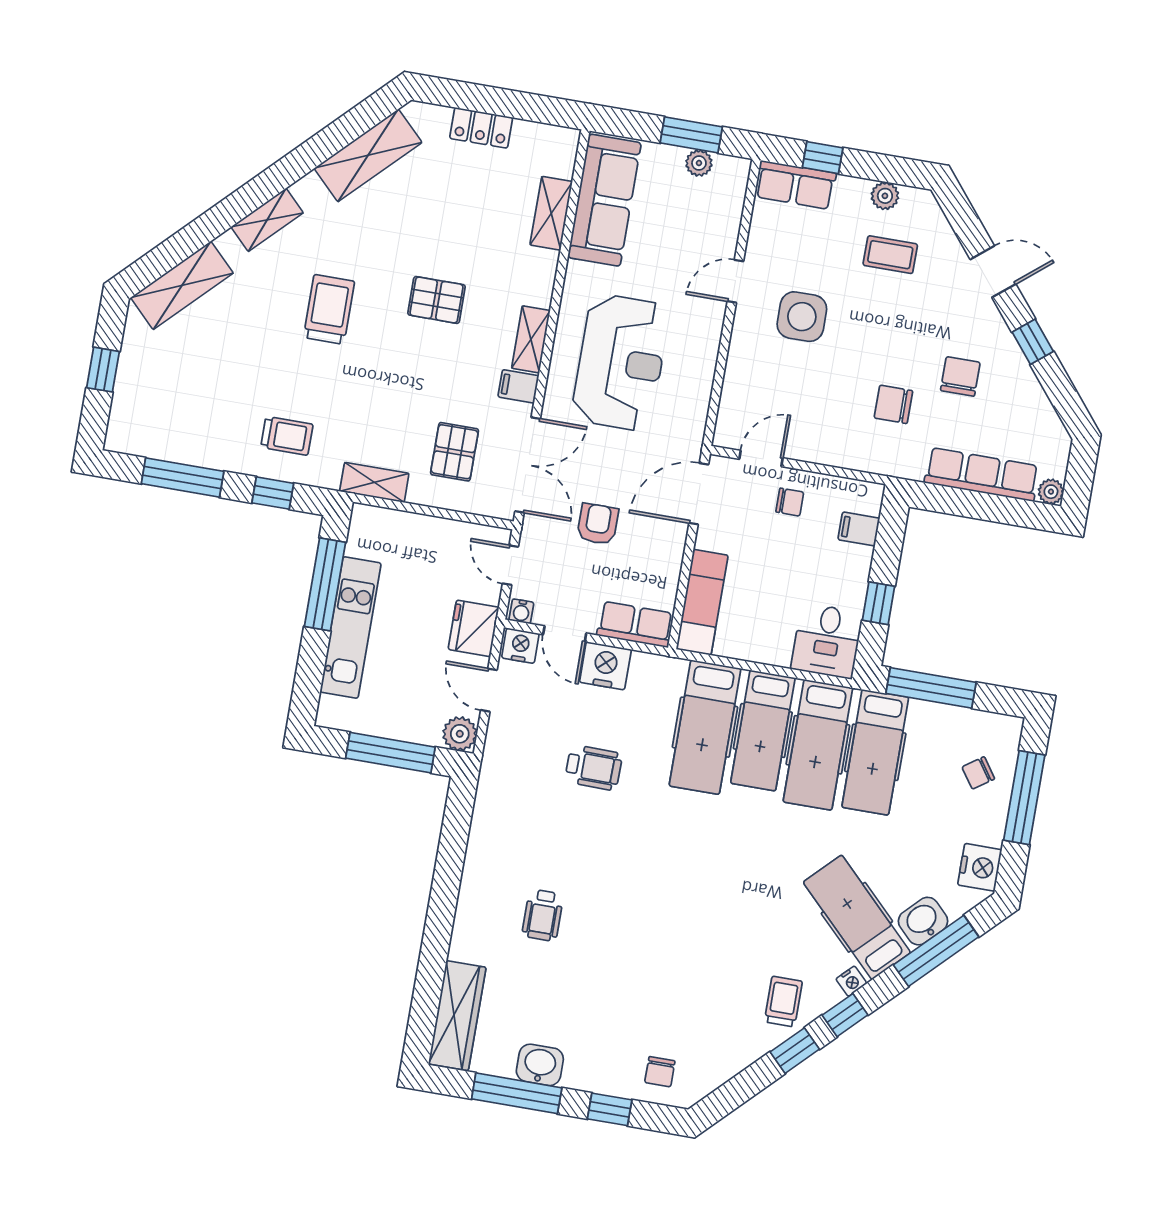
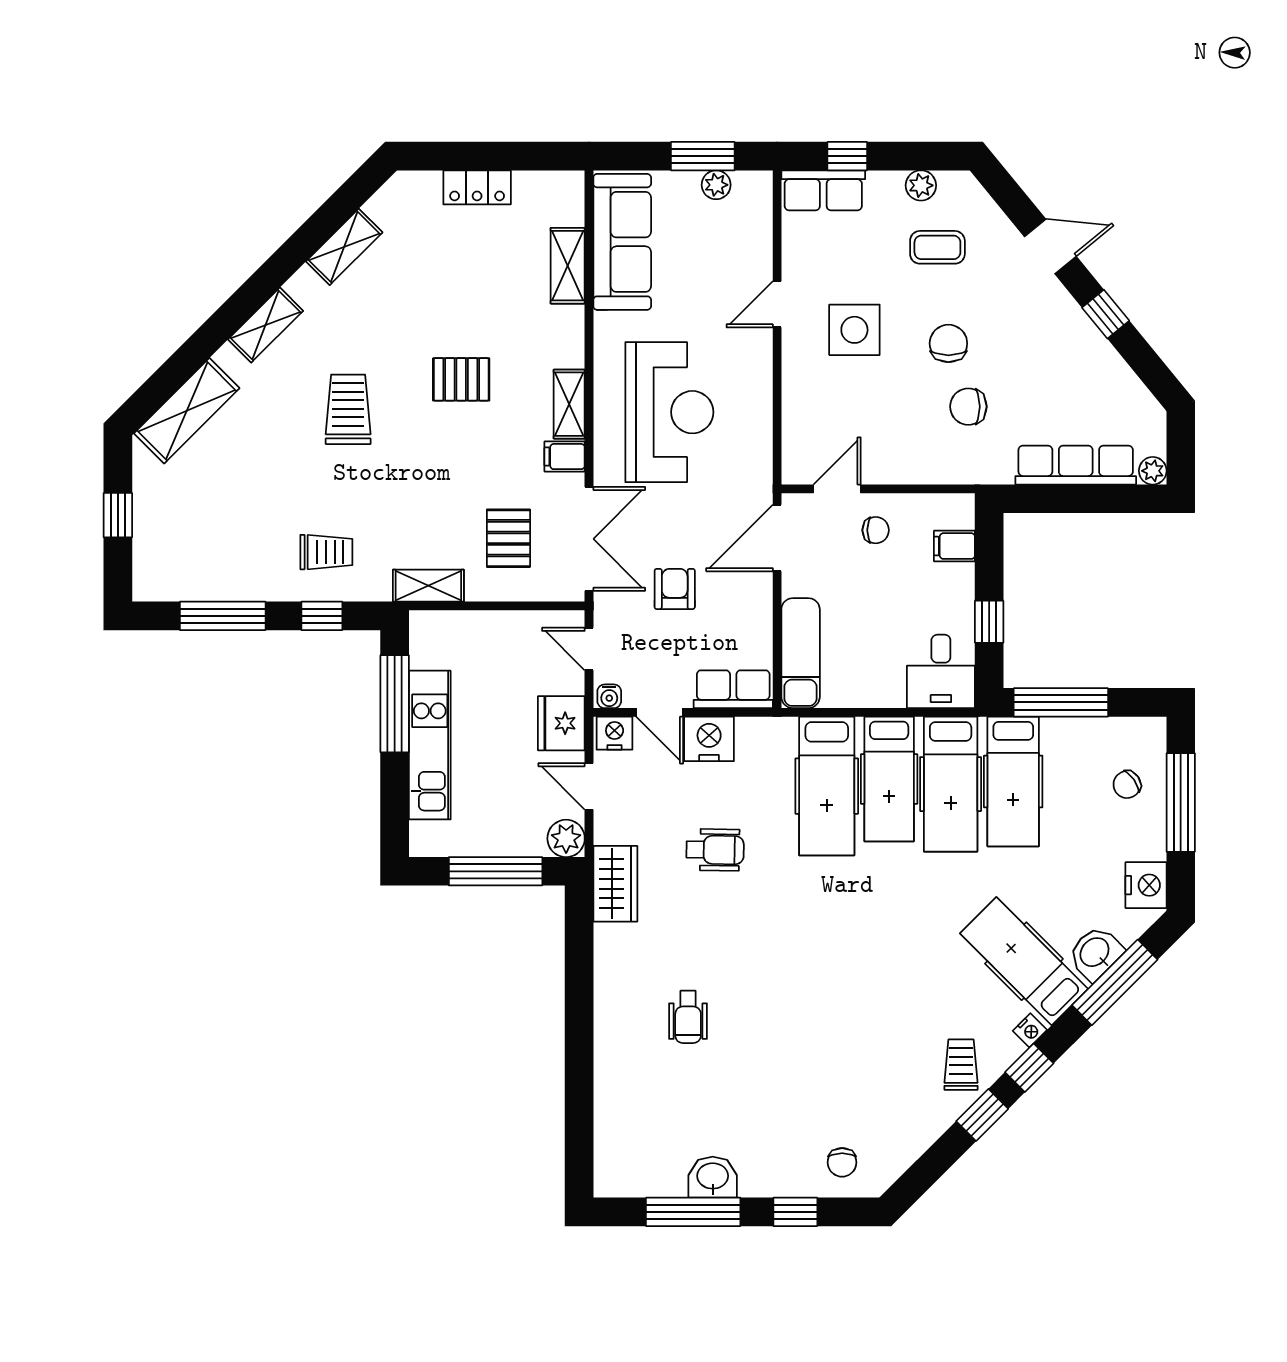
shelving: (368, 155) -> (344, 247), width x0.67, depth x0.75
chair: (960, 376) -> (948, 343), moved
wardrobe: (457, 1016) -> (615, 884), moved, width x0.67

